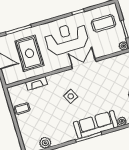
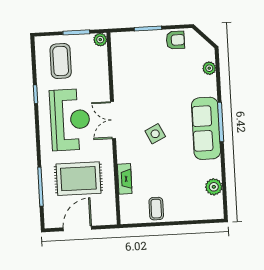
reception desk: (67, 39) -> (70, 120), turned 180
double door: (84, 64) -> (113, 120), moved
sofa: (96, 125) -> (206, 128), moved

